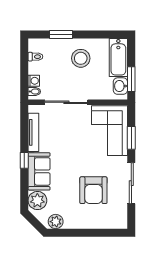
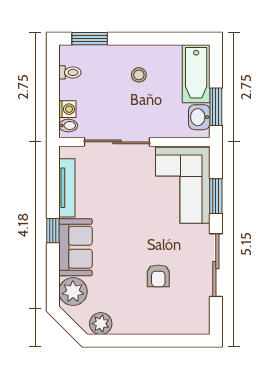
window: (61, 34) -> (90, 39), moved
stool: (81, 58) -> (139, 75), width x0.53, depth x0.53
armchair: (93, 190) -> (158, 276), width x0.53, depth x0.53

